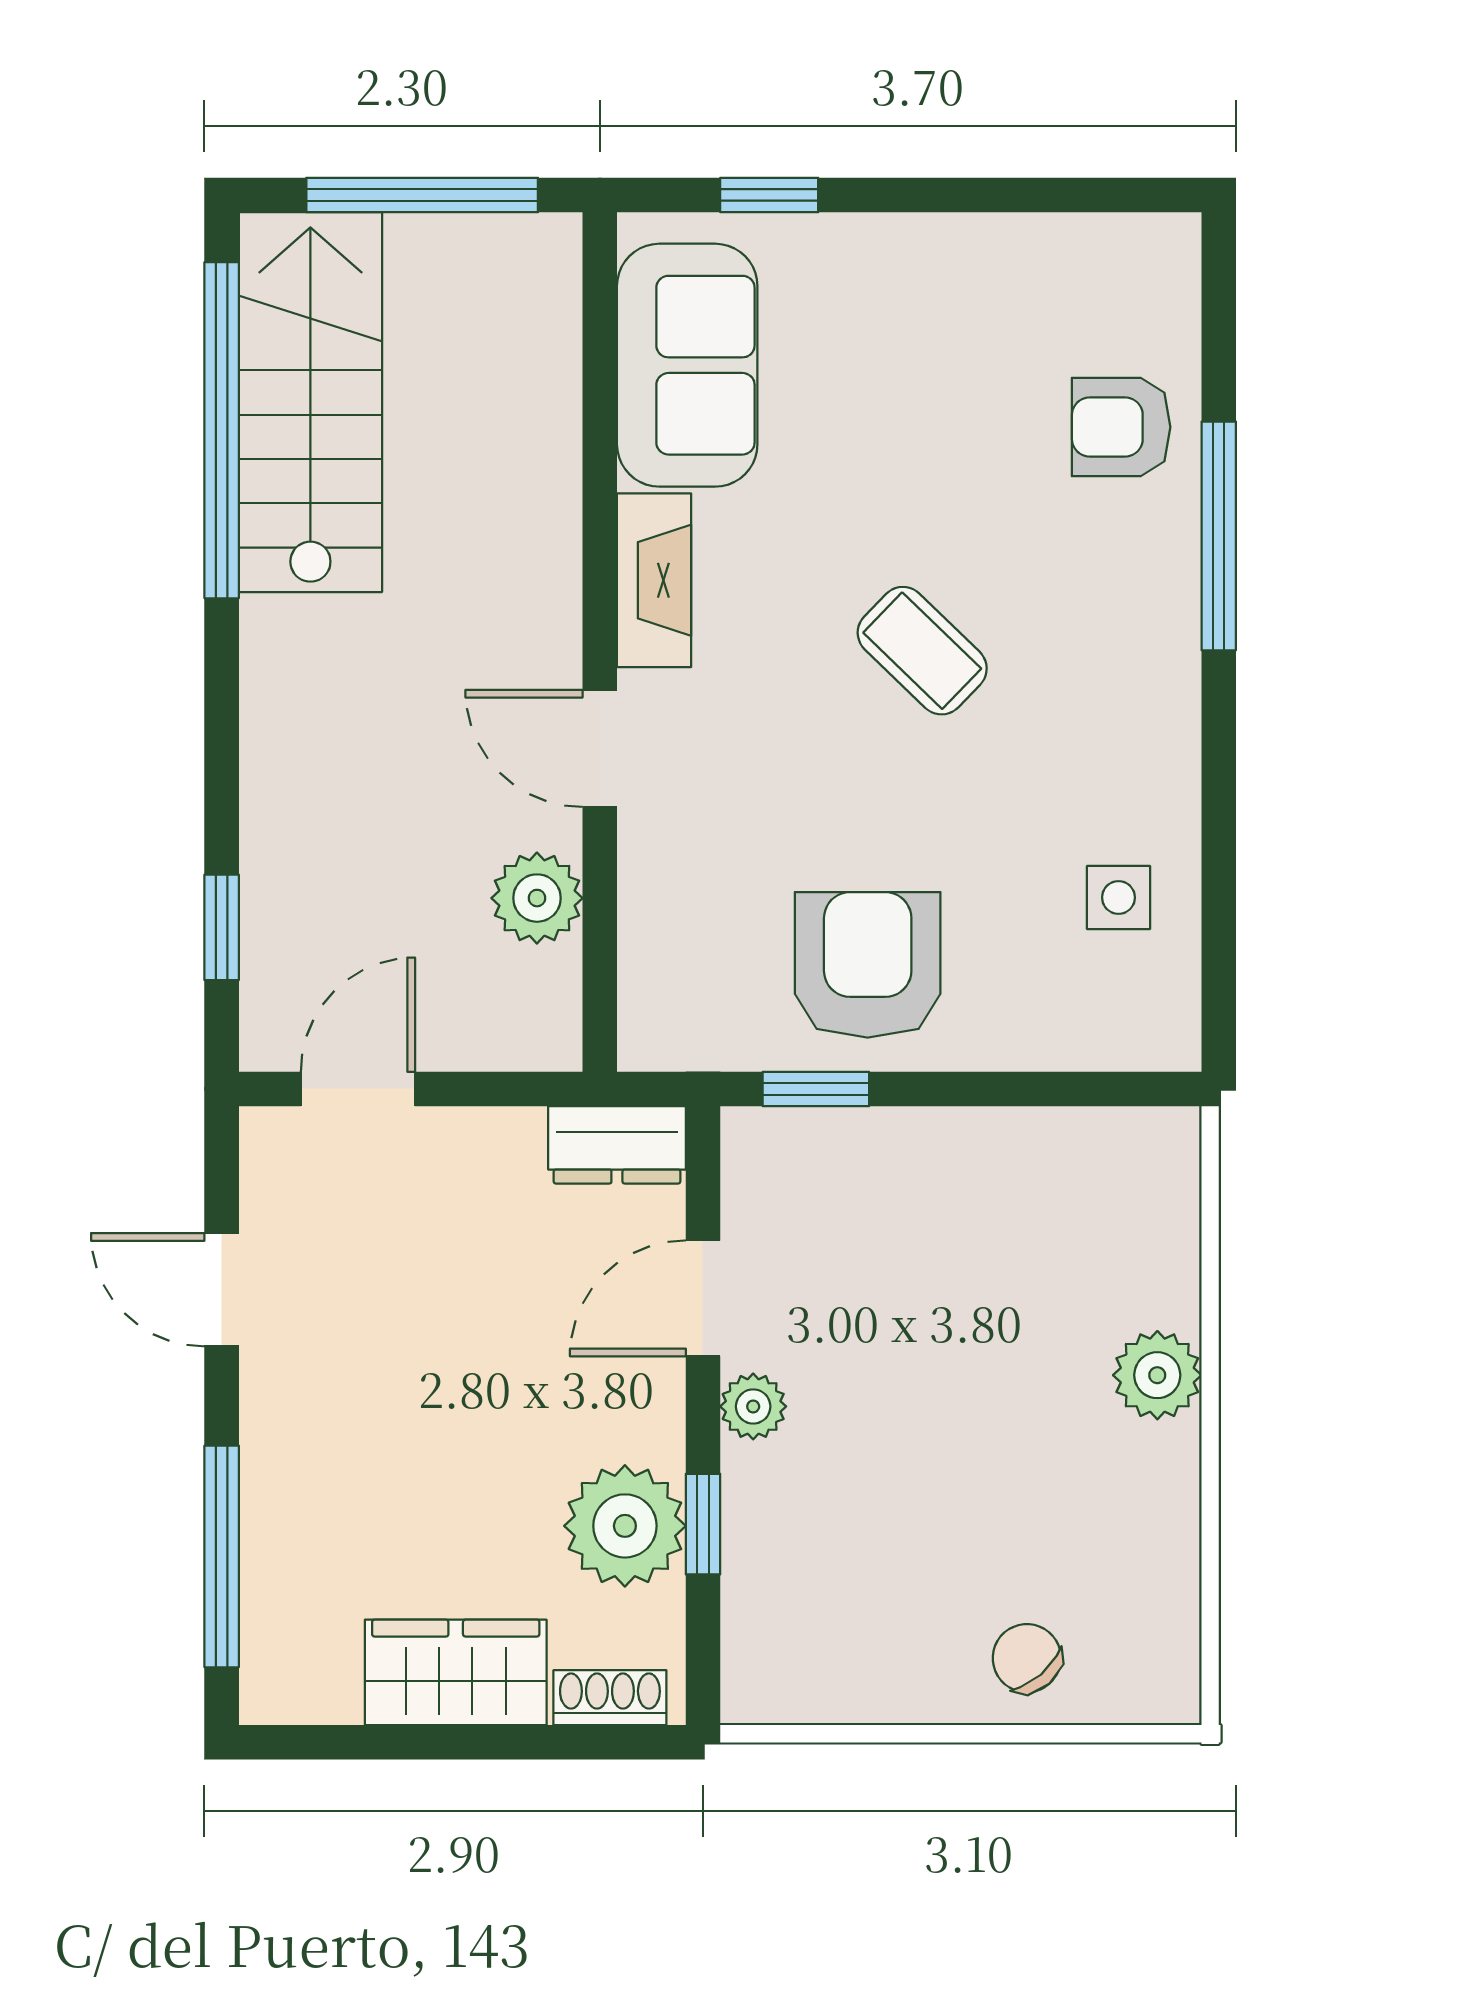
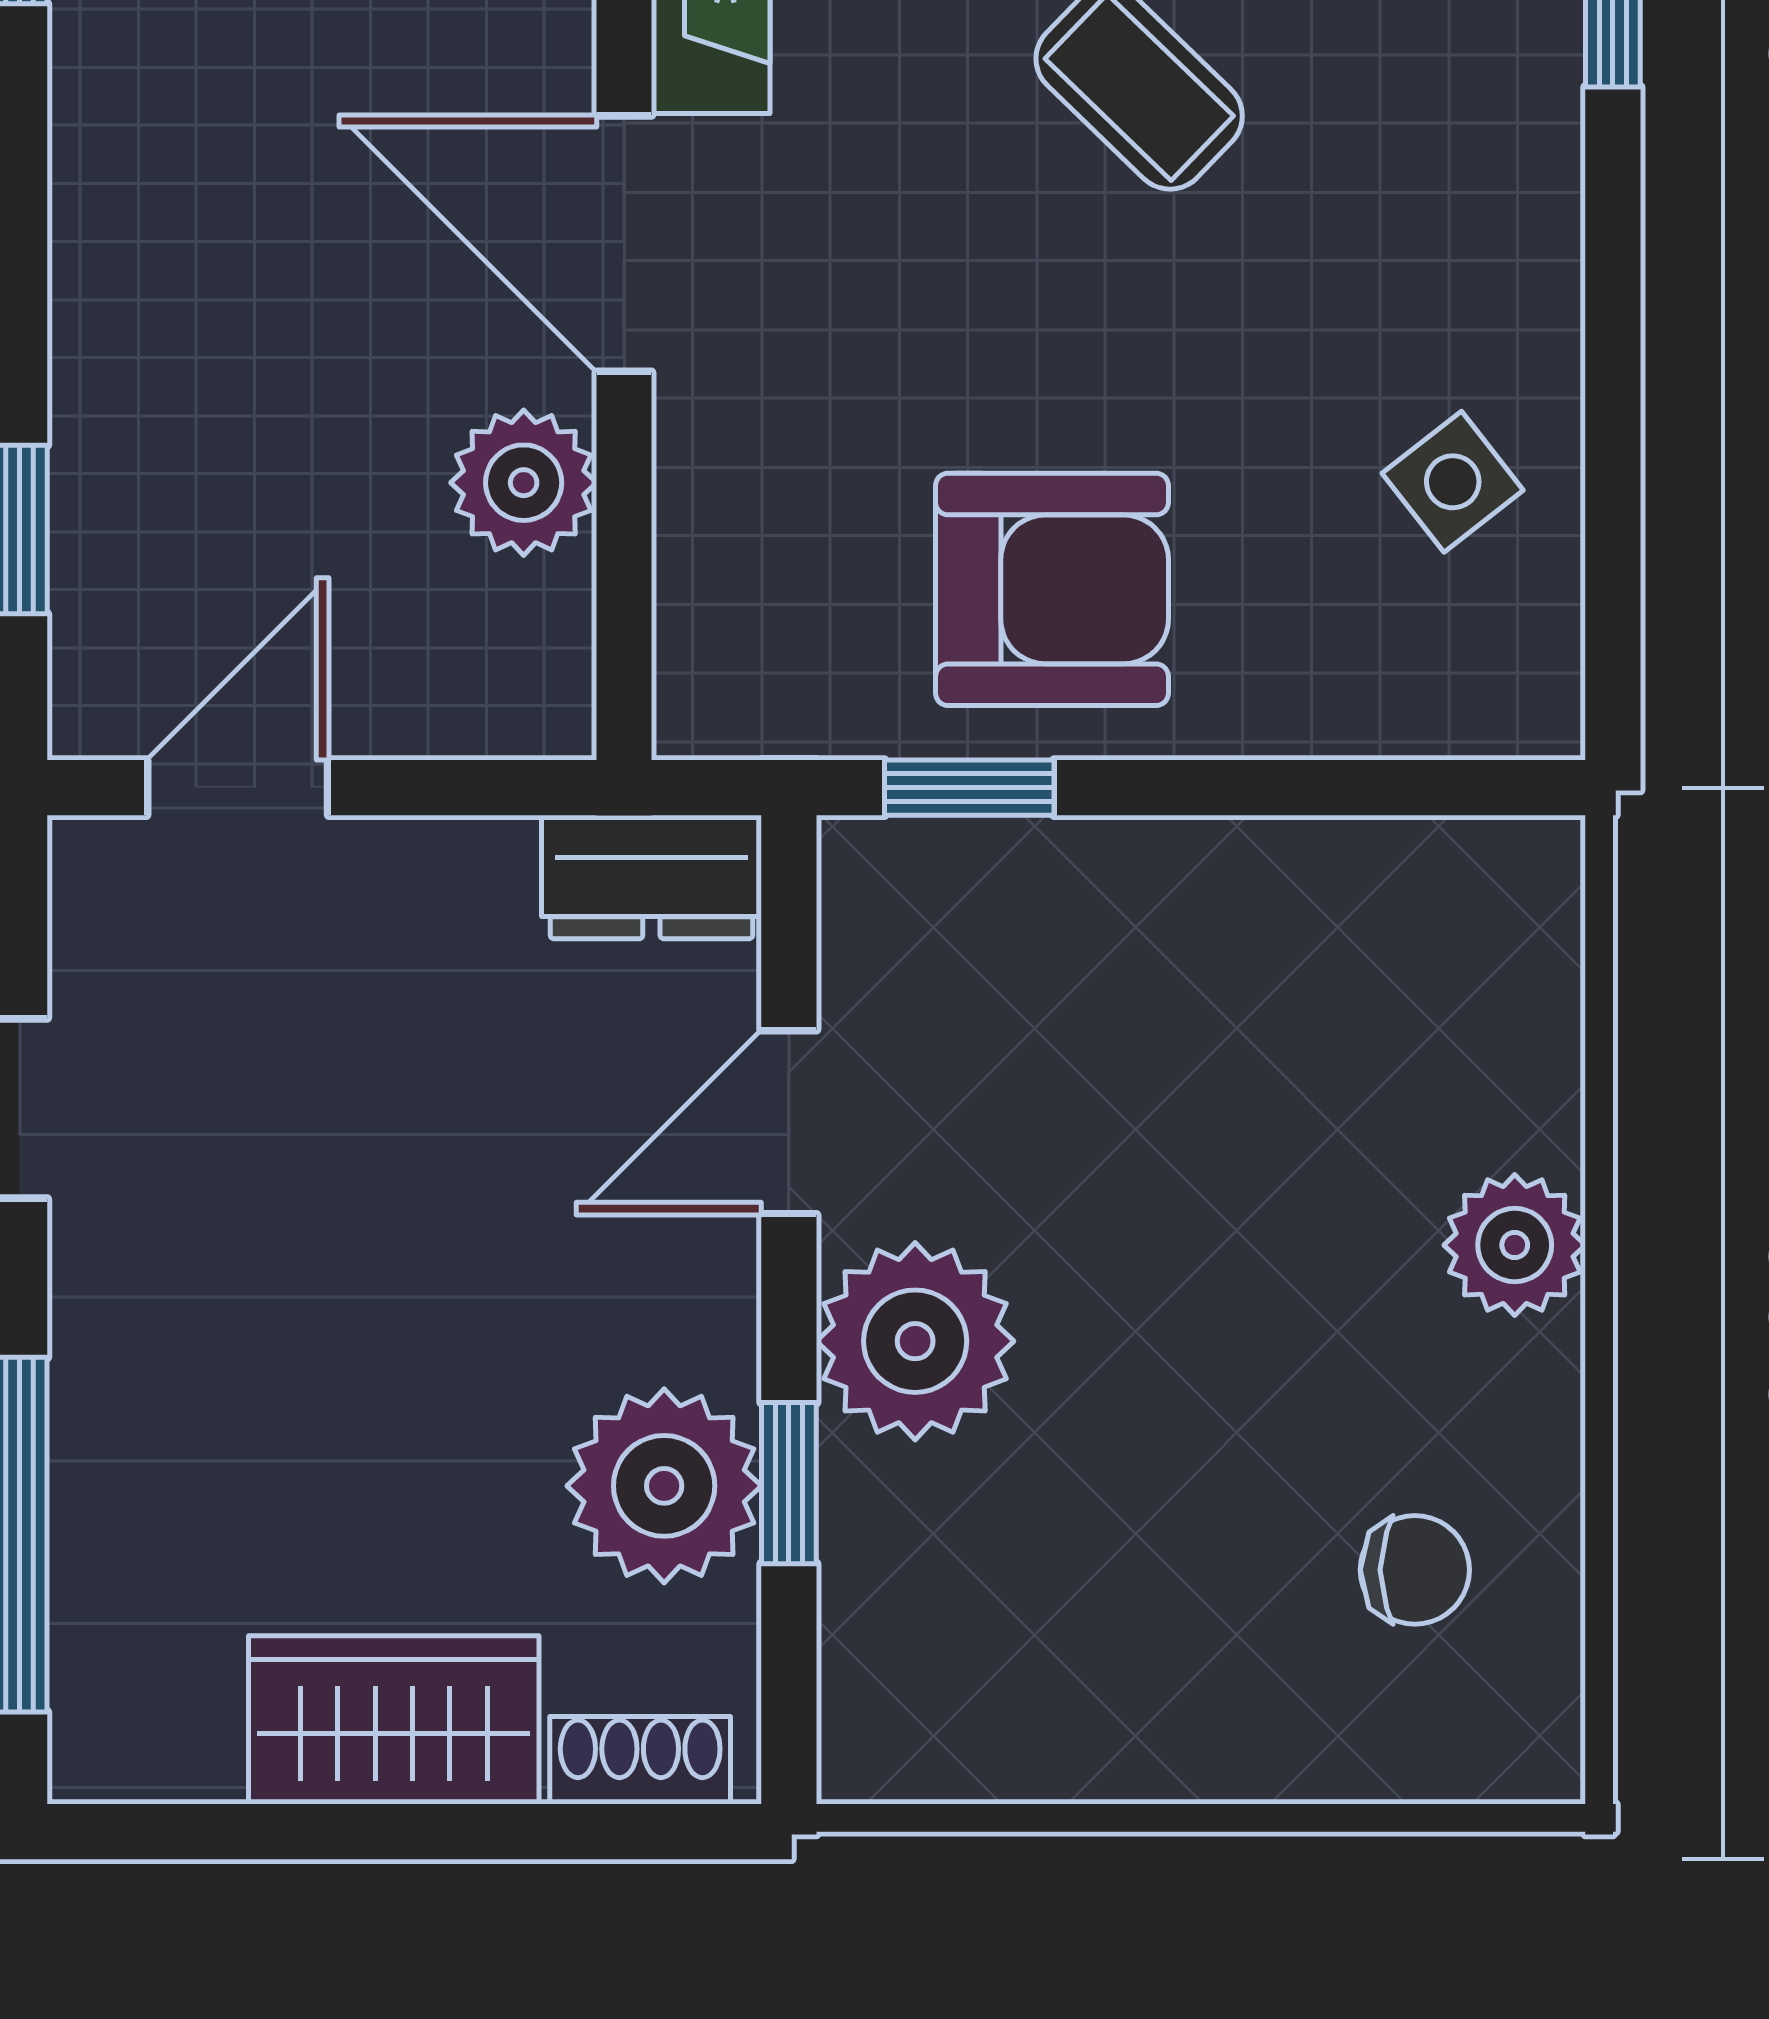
door: (600, 748) -> (624, 244), width x1.38
side table: (1118, 897) -> (1453, 482), turned -38
armchair: (868, 965) -> (1052, 589), turned 90
plant: (753, 1406) -> (915, 1341), width x1.87, depth x1.87
chair: (1027, 1658) -> (1415, 1570), moved, turned 131

